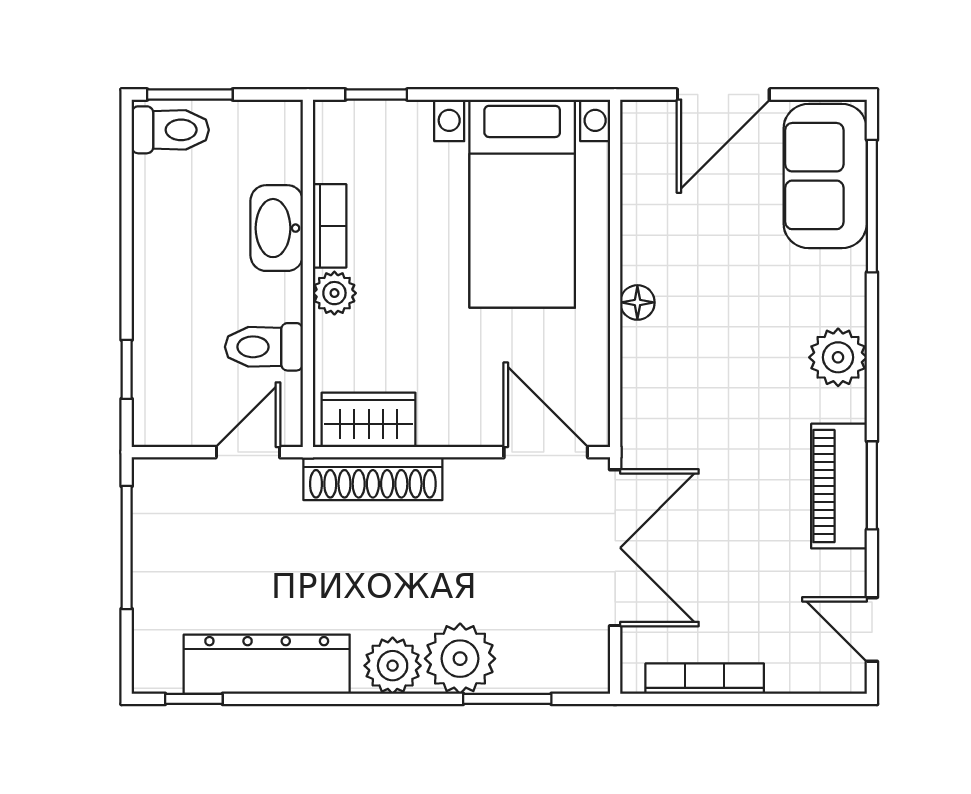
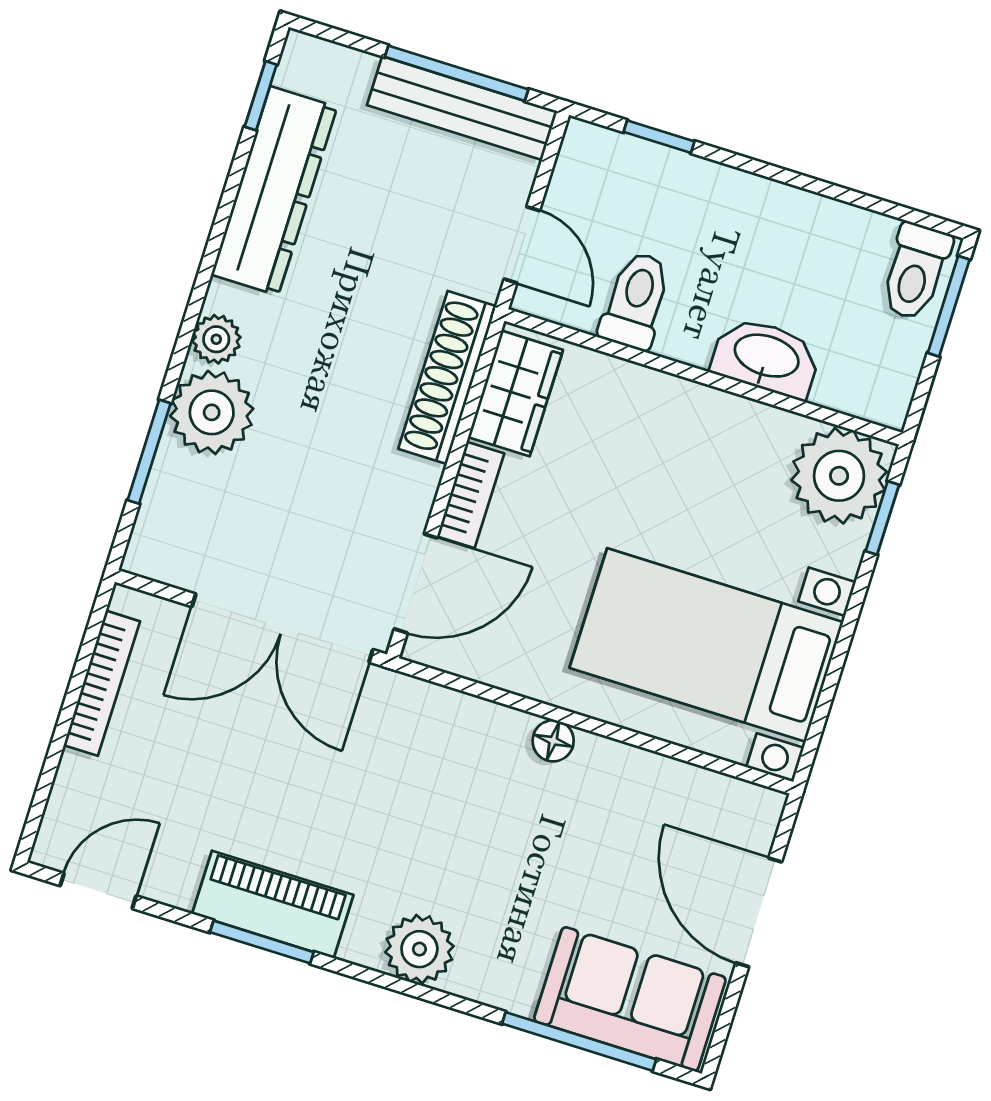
bookcase: (330, 226) -> (471, 495), moved, turned -90
plant: (334, 293) -> (839, 476), moved, width x1.88, depth x1.88
bench: (153, 534) -> (462, 108), added
plant: (393, 666) -> (216, 339), width x0.73, depth x0.73

